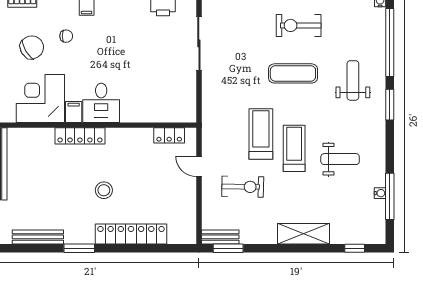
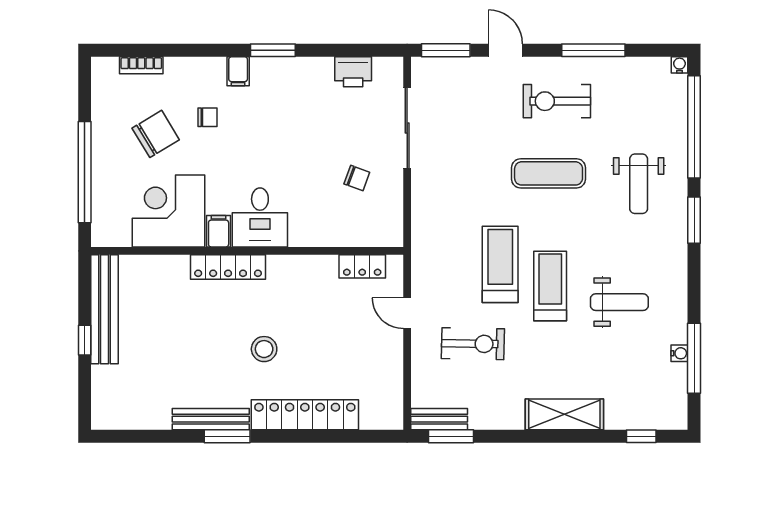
chair: (166, 77) -> (357, 178), added
weight bench: (353, 80) -> (639, 184), turned 180
bench: (38, 237) -> (211, 419), moved

